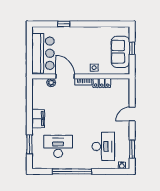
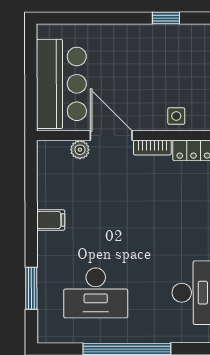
window: (64, 24) -> (166, 18), moved
filing cabinet: (38, 119) -> (51, 220), width x0.50
desk: (58, 146) -> (96, 293), turned 180

